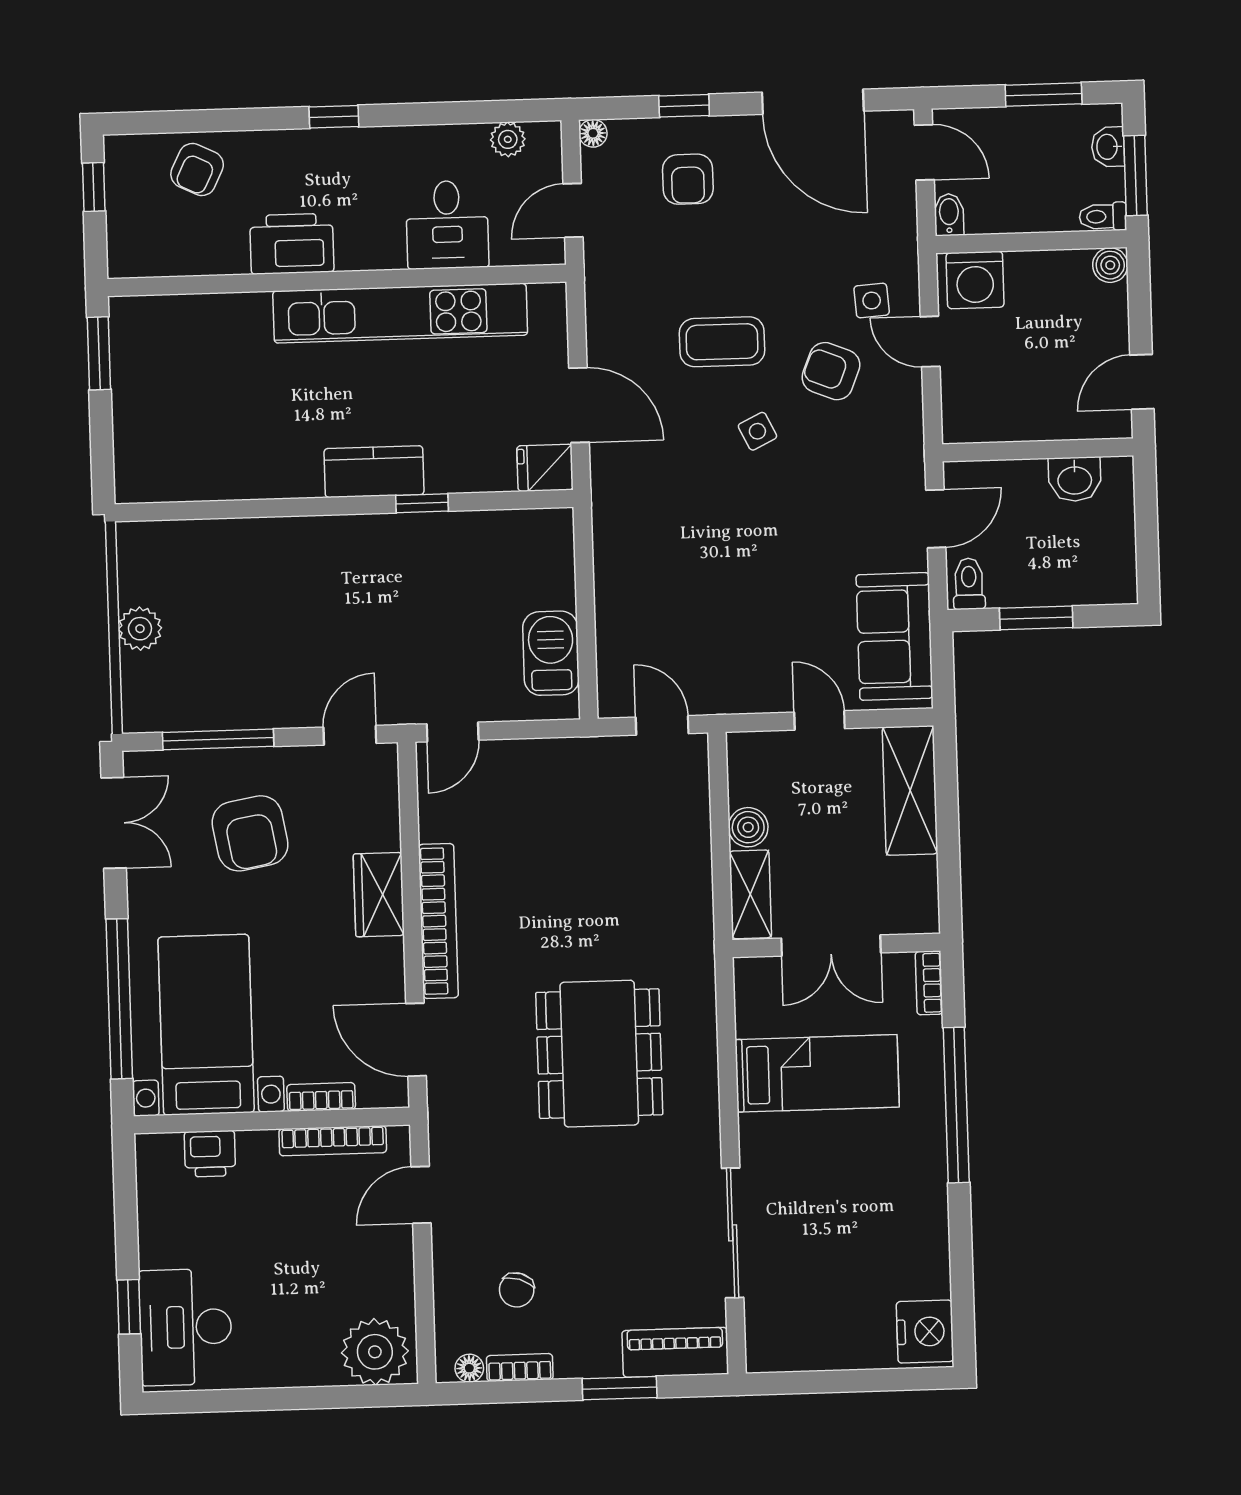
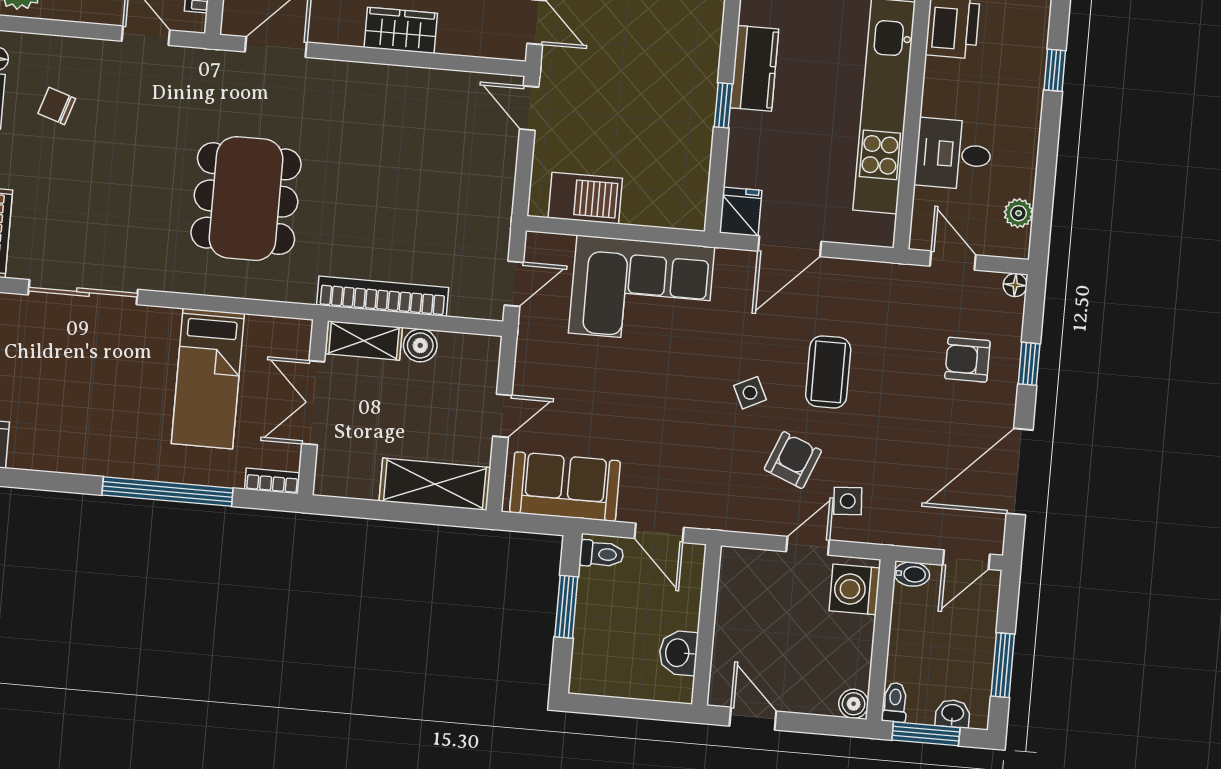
corner sofa: (652, 574) -> (642, 290), added
bookcase: (438, 921) -> (383, 296), moved, turned 180
dining table: (599, 1054) -> (246, 199), turned 90

